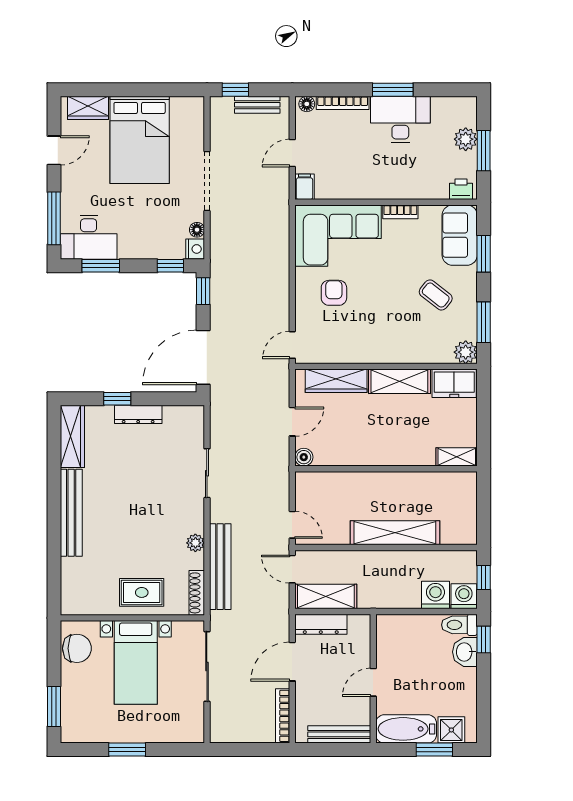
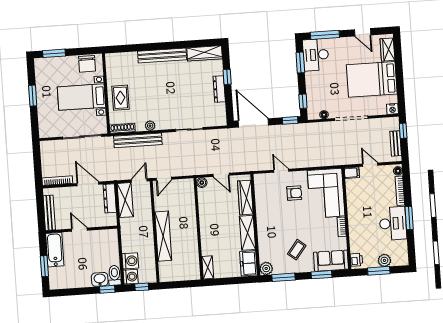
nightstand: (195, 249) -> (392, 109), moved
door: (292, 345) -> (281, 171), moved
shower: (451, 730) -> (56, 275), removed

